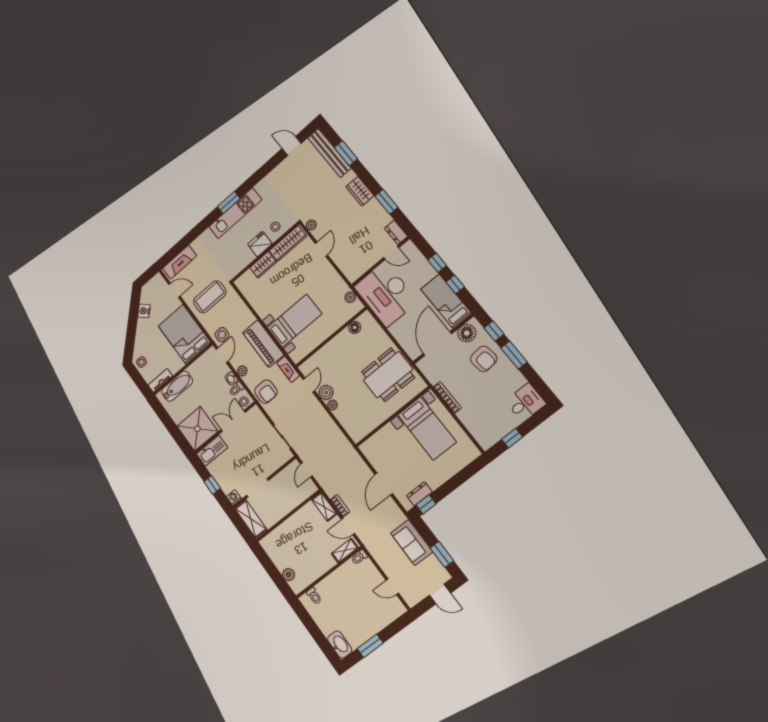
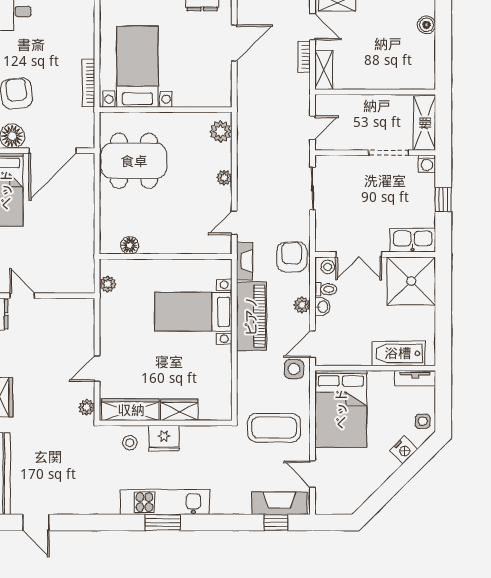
window: (174, 251) -> (276, 522), added
desk: (386, 294) -> (65, 254), removed
nightstand: (144, 311) -> (404, 450), moved
plant: (326, 393) -> (221, 132), moved

